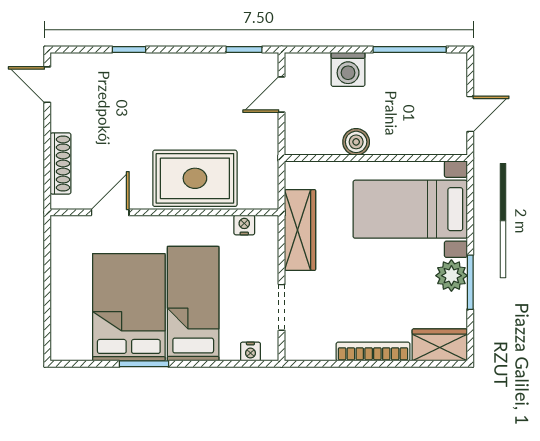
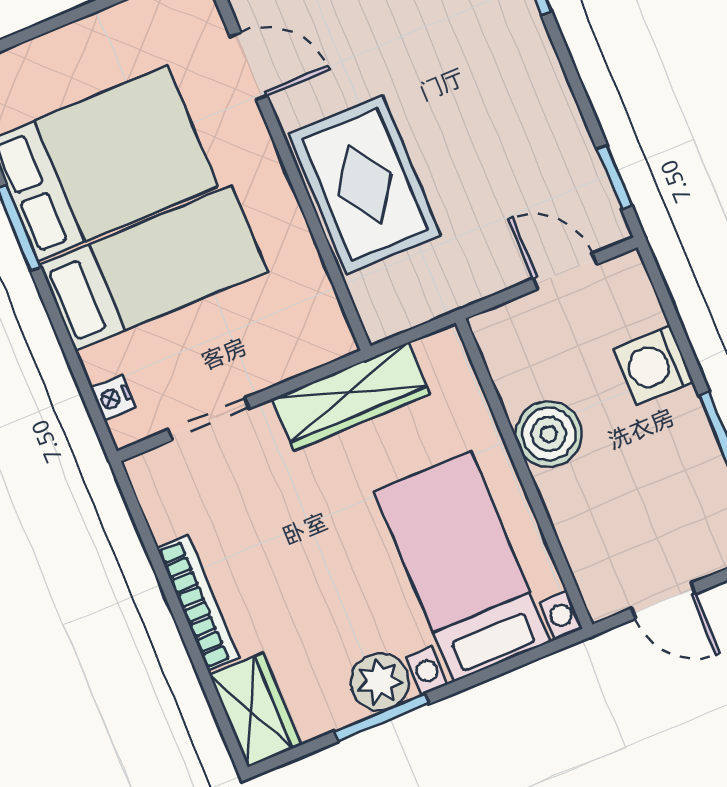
boiler: (356, 142) -> (549, 434), width x1.36, depth x1.36
nightstand: (244, 225) -> (321, 300), removed

